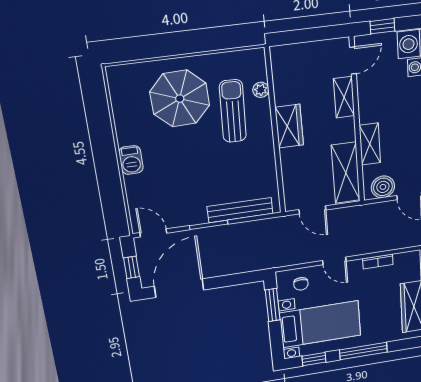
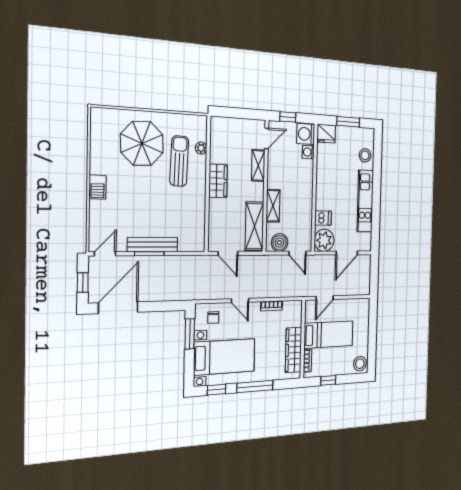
bench: (240, 210) -> (153, 245), moved
door: (153, 233) -> (105, 254), hinge flipped

